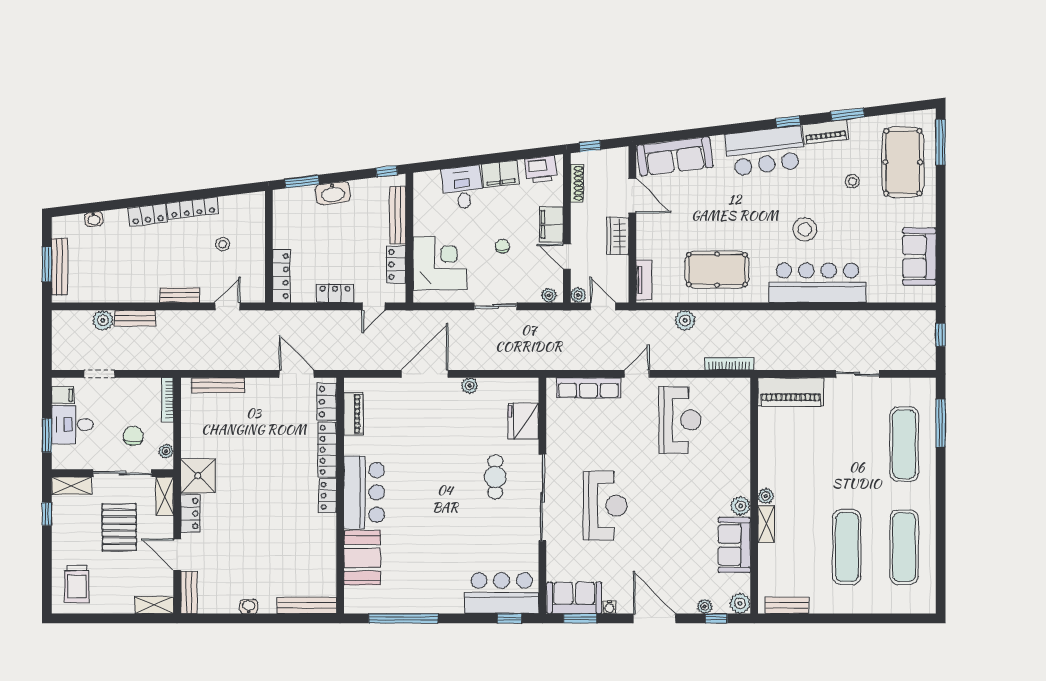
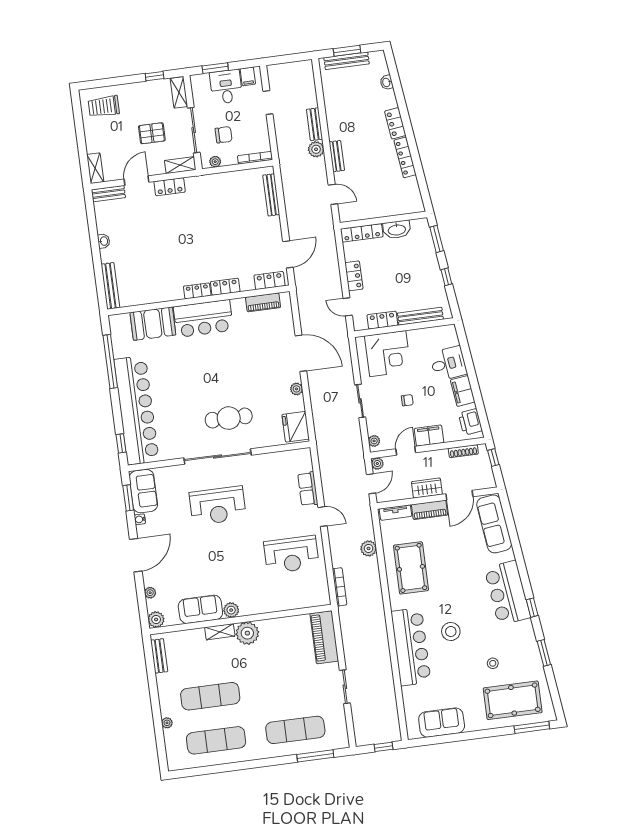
piano: (825, 132) -> (430, 510), moved, turned -83
window: (387, 171) -> (446, 277), moved
washbasin: (333, 193) -> (397, 230), moved, turned -83
stool: (223, 244) -> (380, 184), removed
plant: (103, 320) -> (316, 149), moved
row of seats: (589, 388) -> (308, 489), width x0.68
fridge: (523, 421) -> (296, 427), moved, turned -90
locker: (327, 450) -> (225, 287), width x0.66
shower: (198, 476) -> (199, 189), removed
cafe table: (495, 477) -> (229, 418), width x1.37, depth x1.35
plant: (766, 496) -> (247, 633), width x1.88, depth x1.88
pallet: (119, 527) -> (152, 133), width x0.67, depth x0.71
bar counter: (502, 593) -> (136, 410), width x1.86
plant: (874, 607) -> (167, 723), added
window: (716, 618) -> (142, 603), removed

